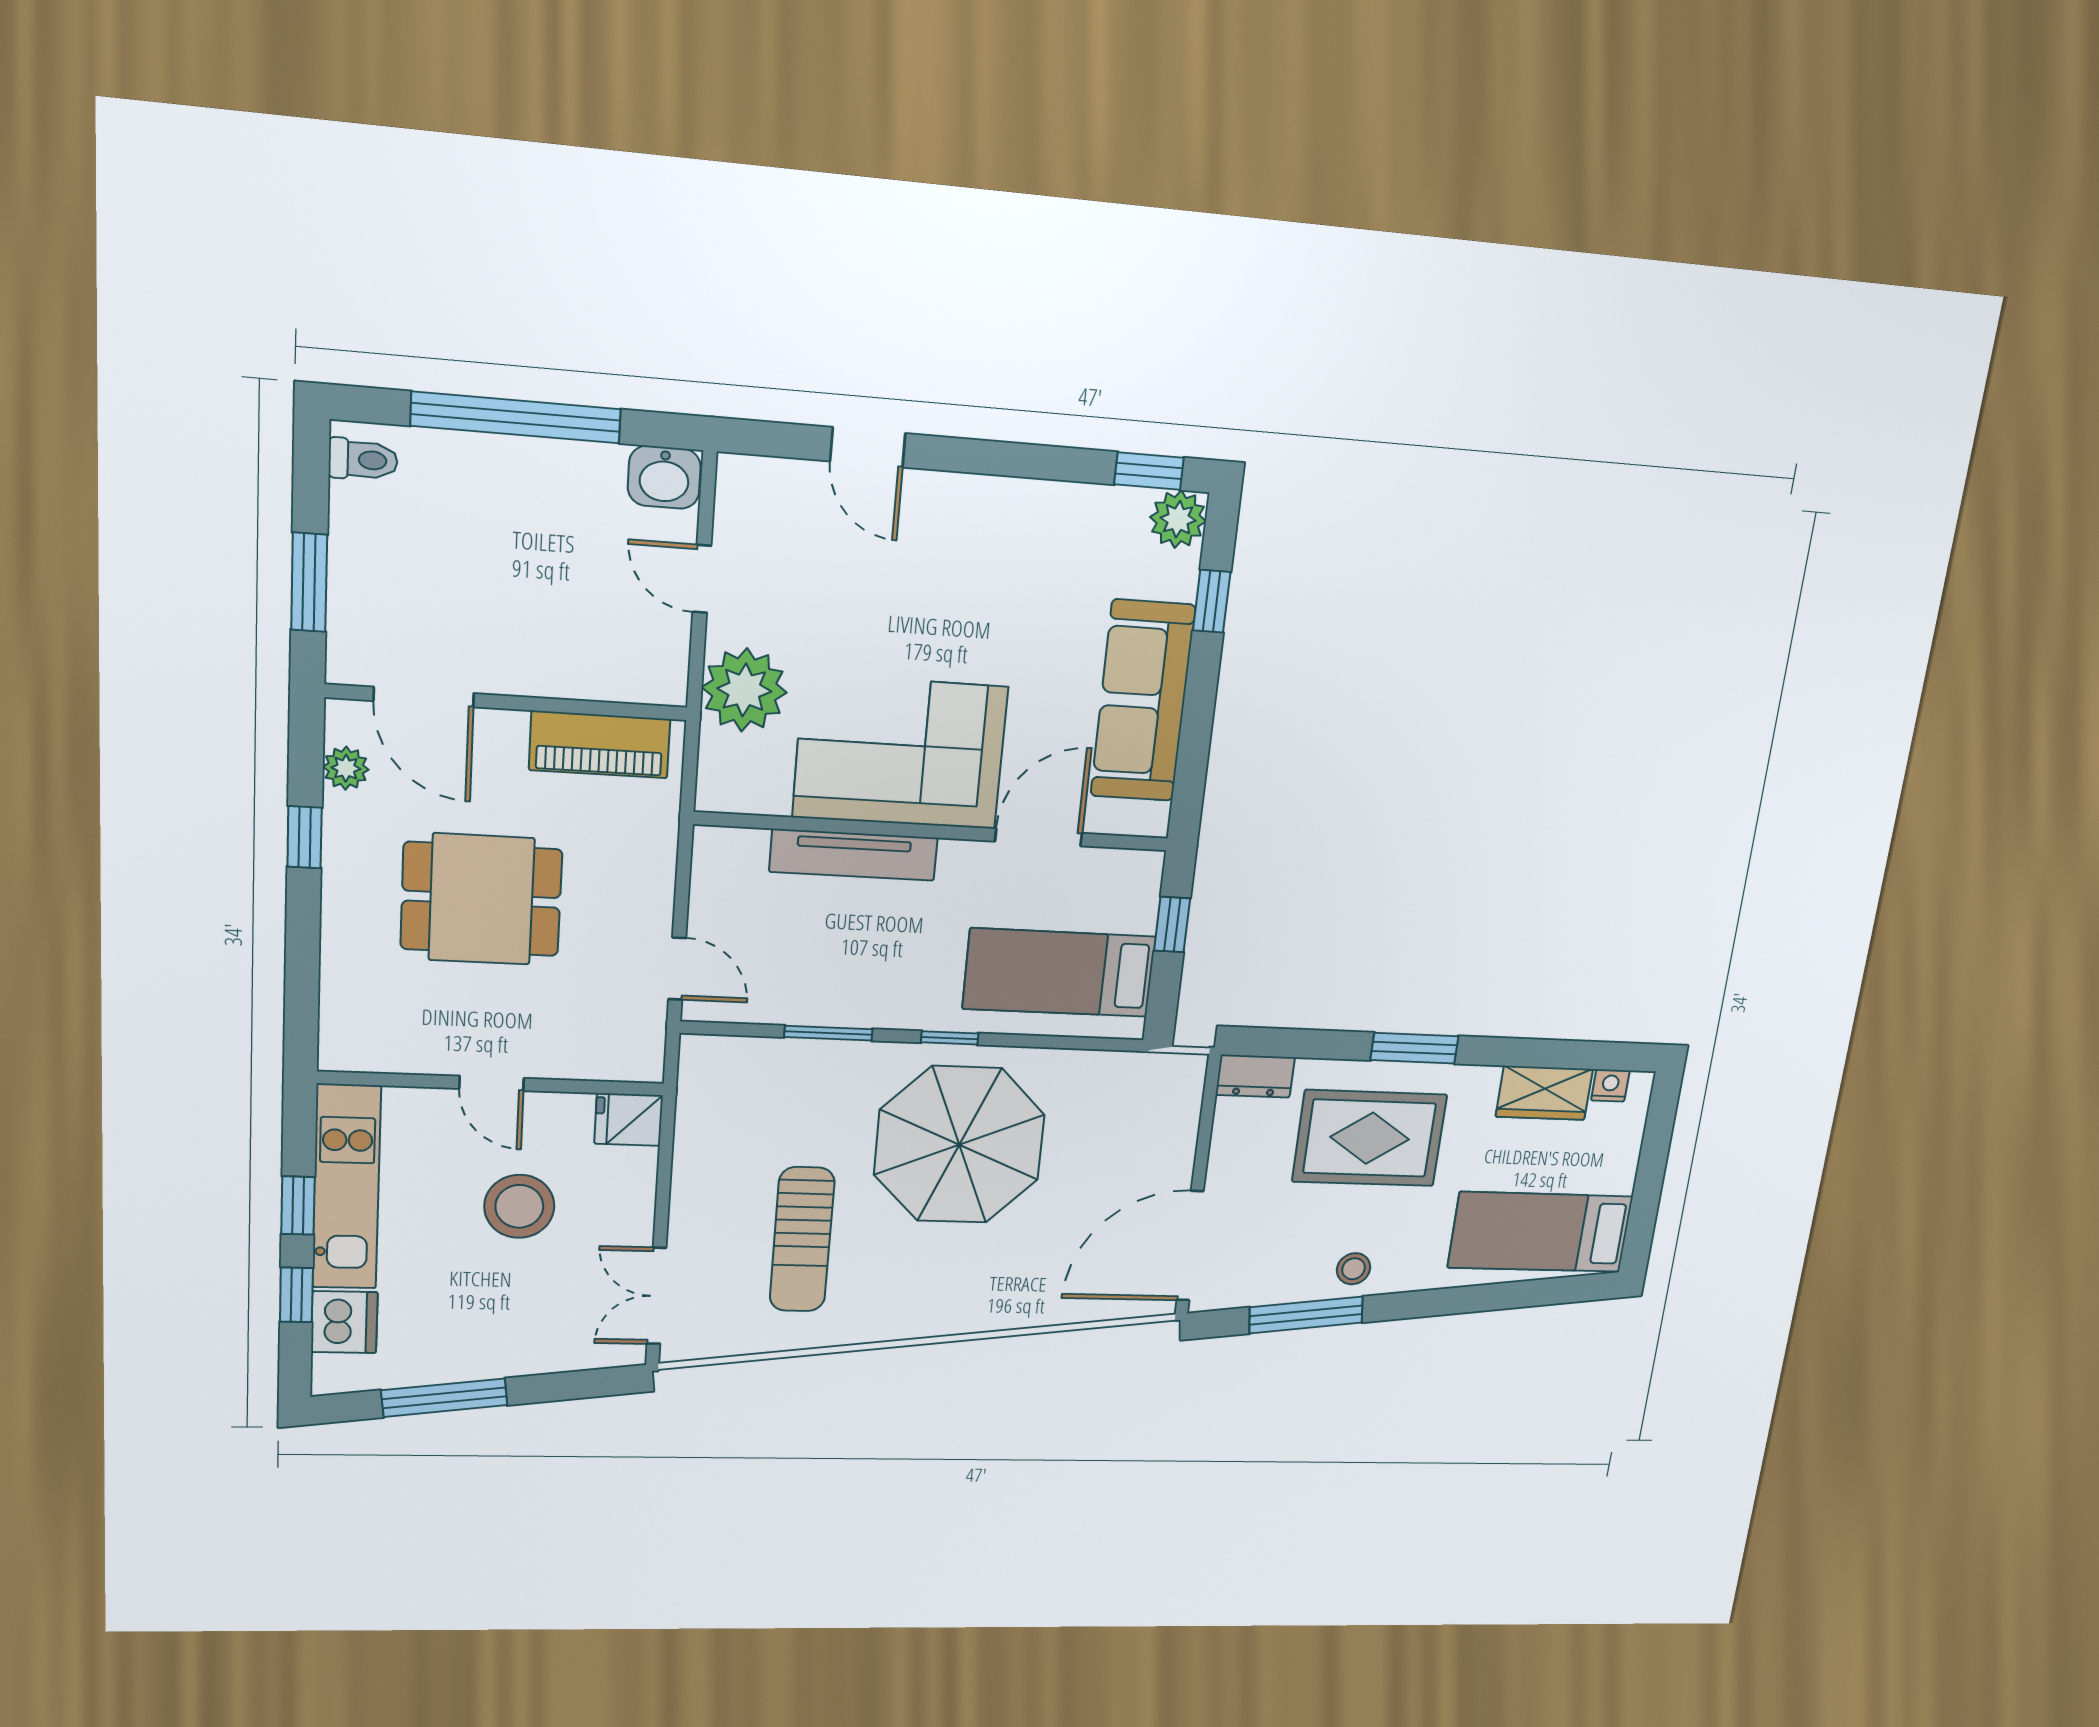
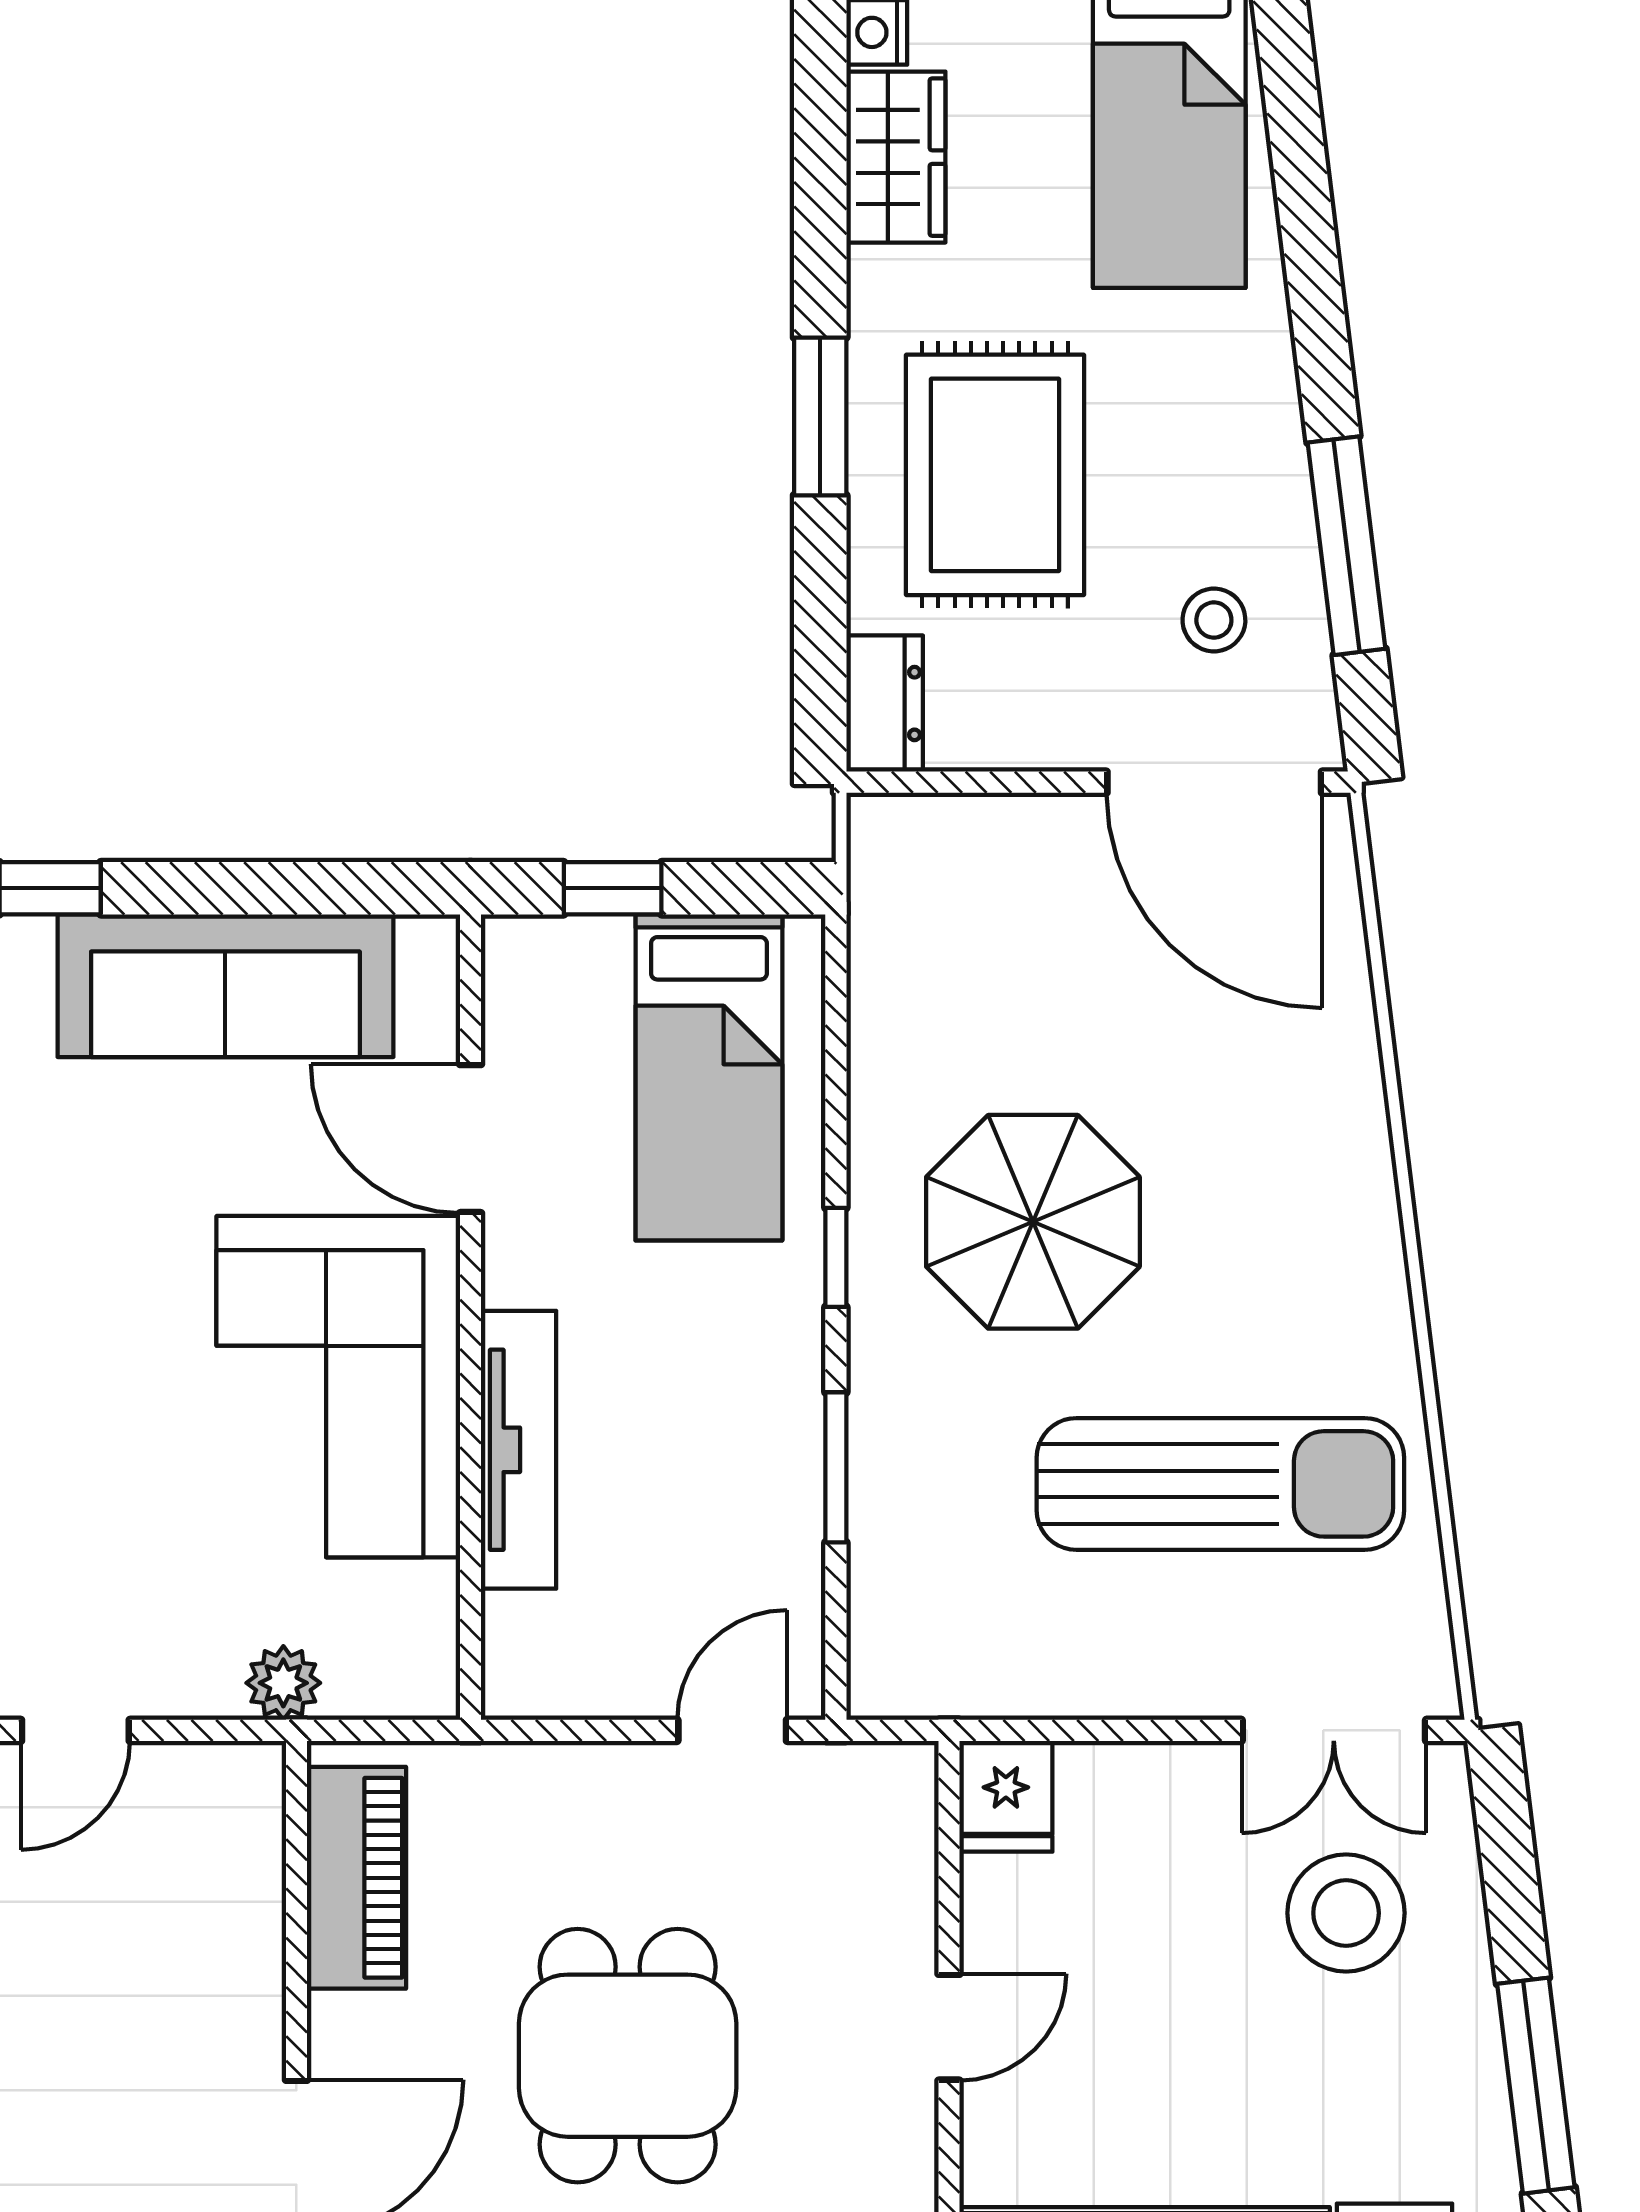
plant: (744, 690) -> (283, 1683), width x0.53, depth x0.53
parasol: (959, 1145) -> (1033, 1222), width x0.73, depth x0.73
stool: (519, 1206) -> (1346, 1913), moved
sun lounger: (802, 1240) -> (1220, 1484), width x1.36, depth x1.34
stool: (1354, 1269) -> (1214, 620), moved

